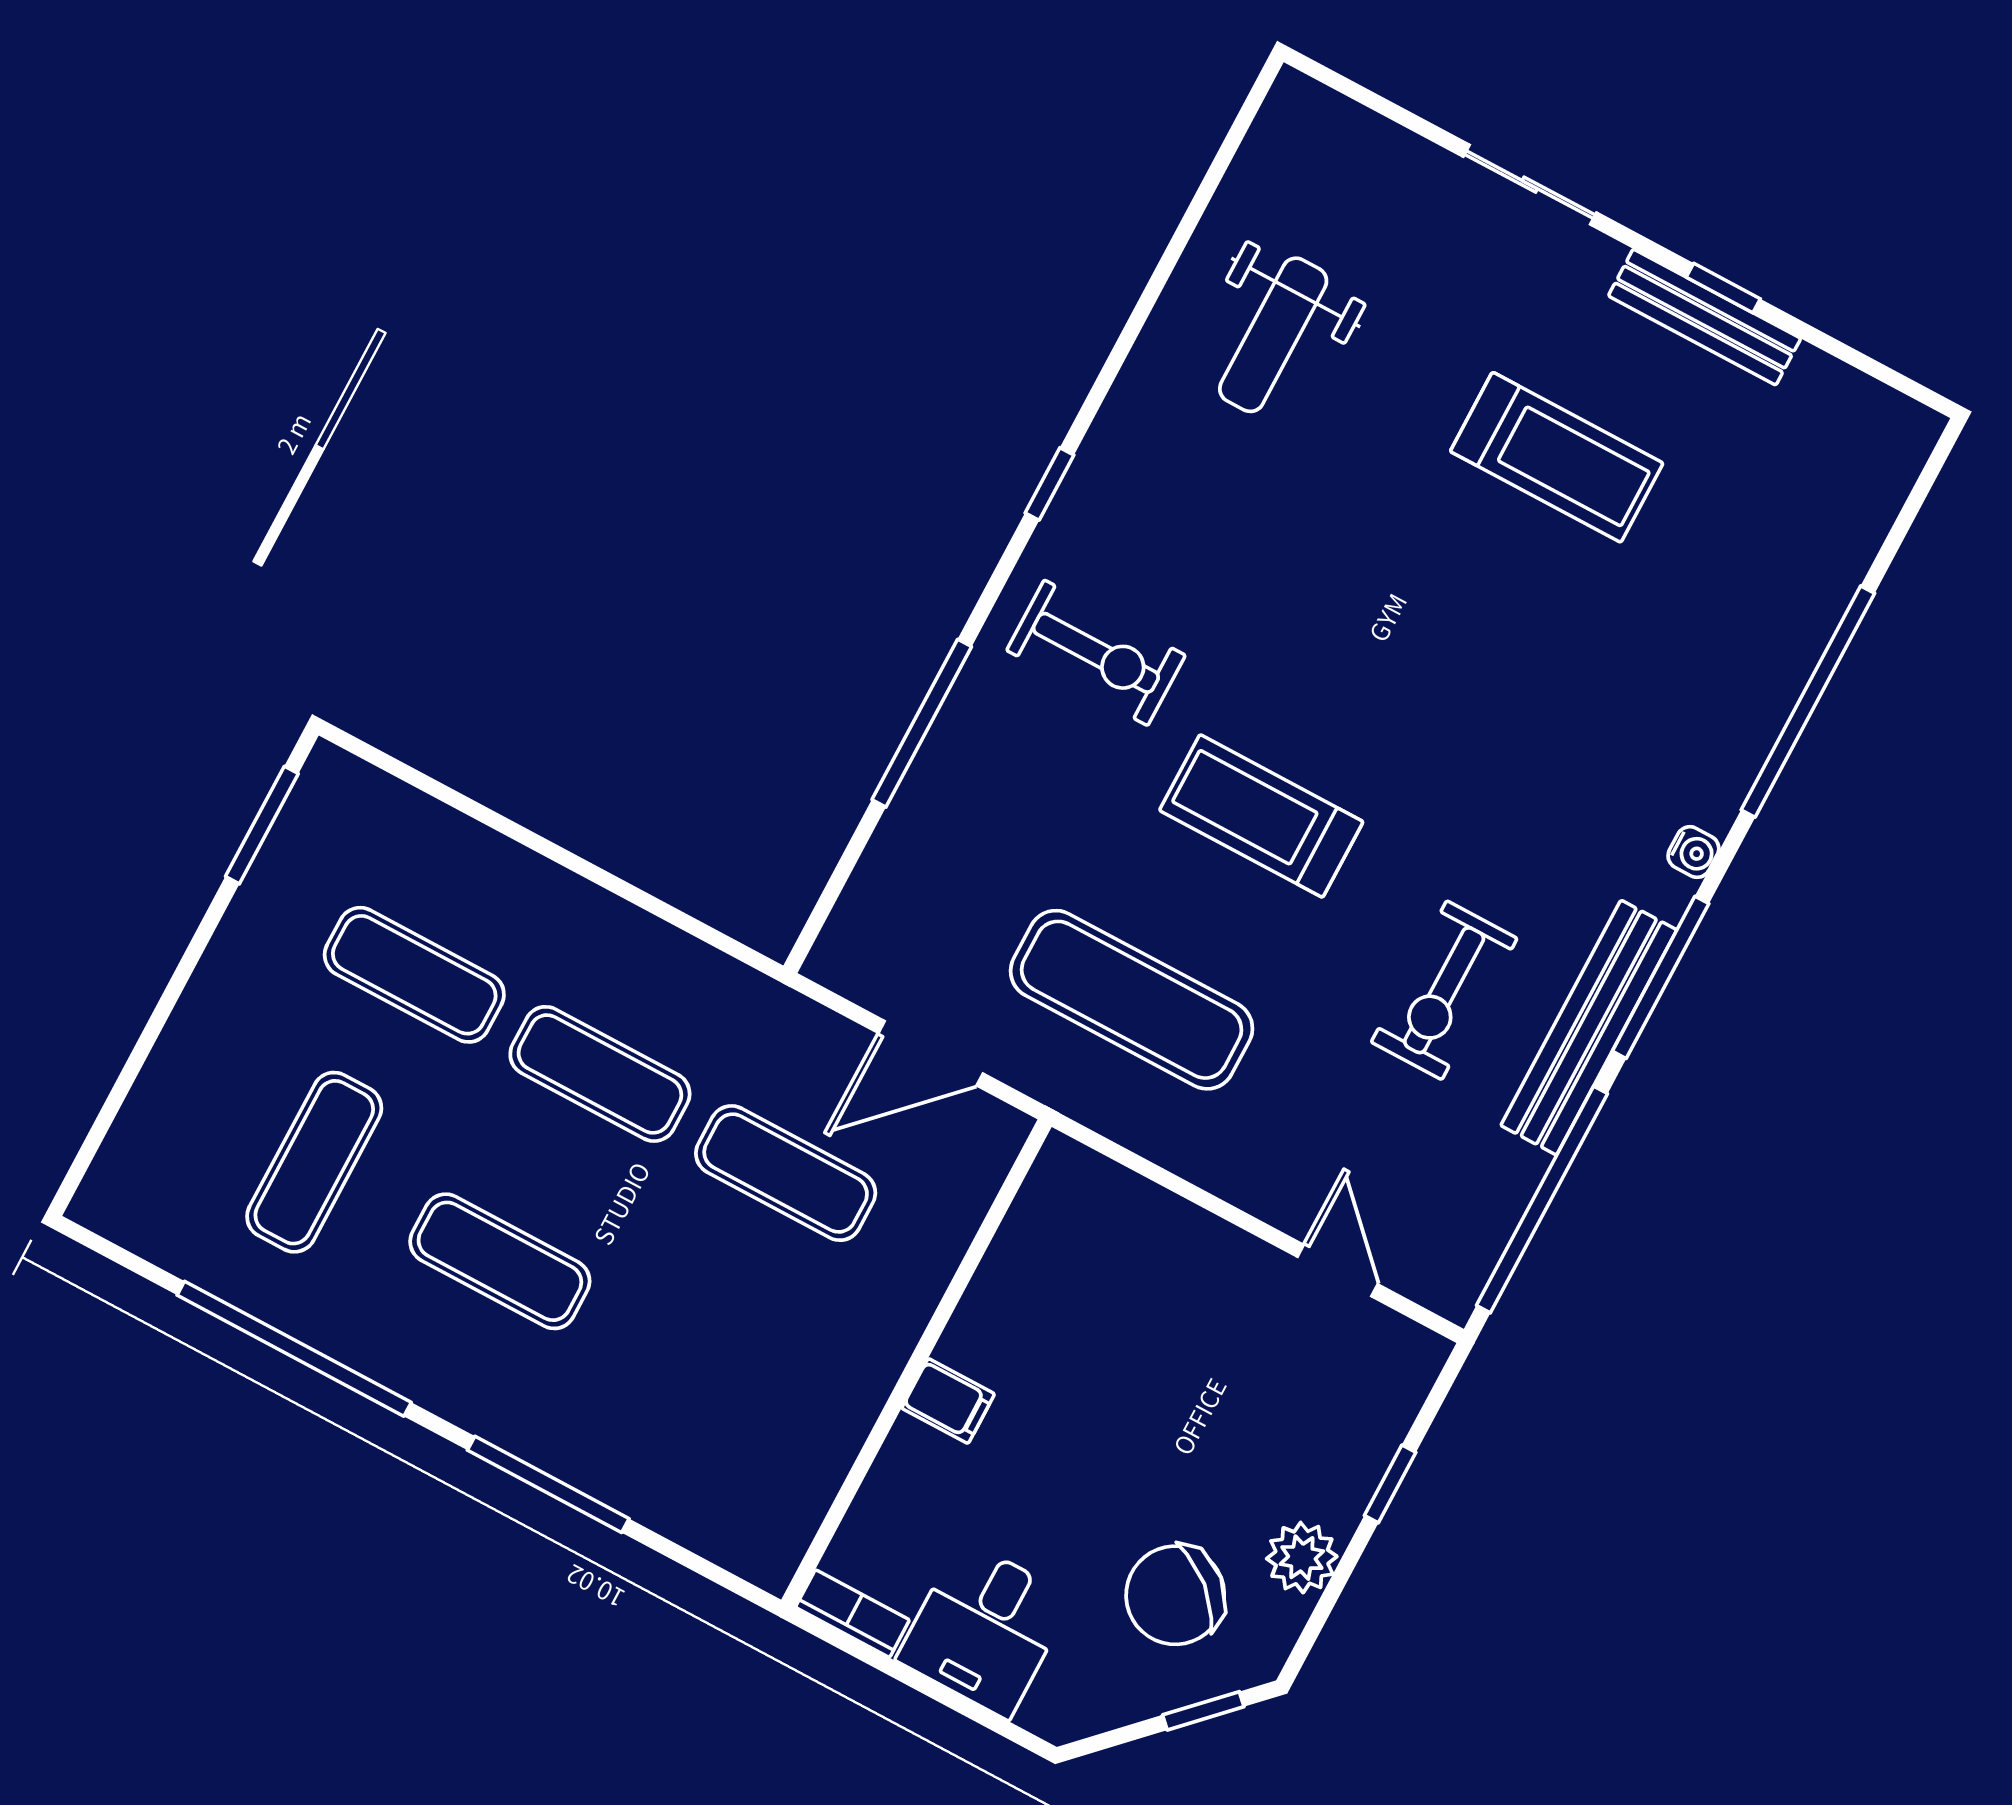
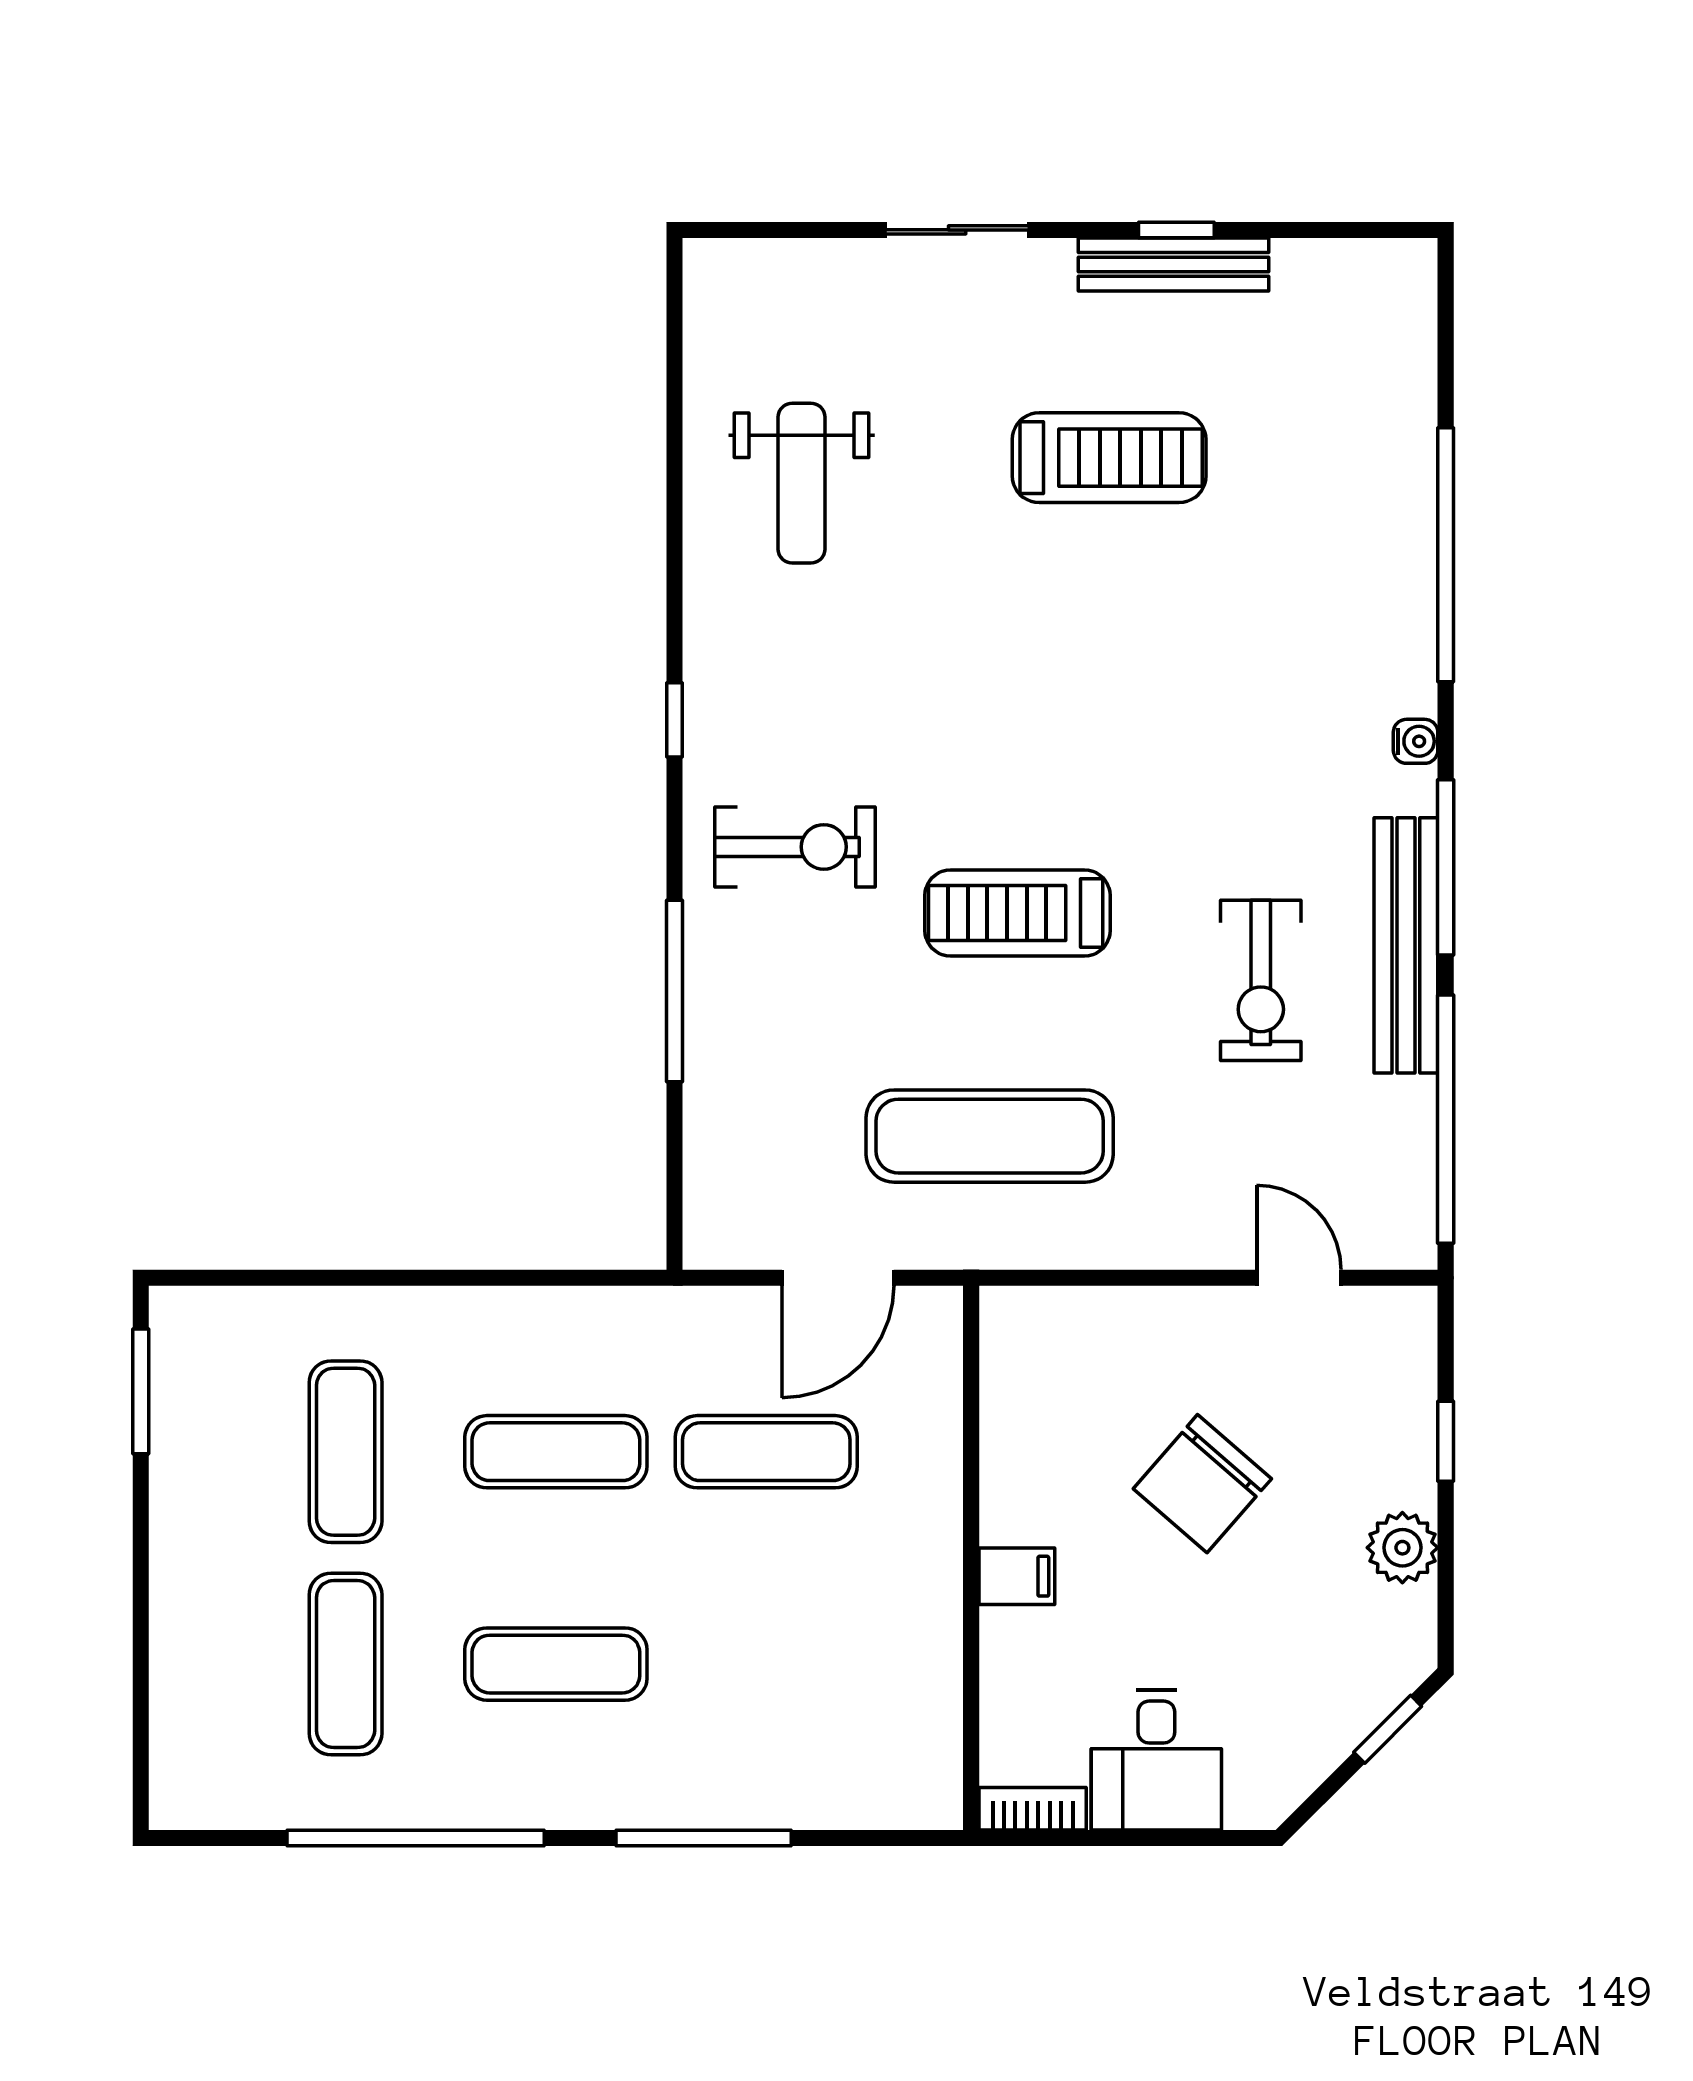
exercise mat: (414, 975) -> (346, 1452), turned 90
chair: (1175, 1595) -> (1202, 1484), moved

